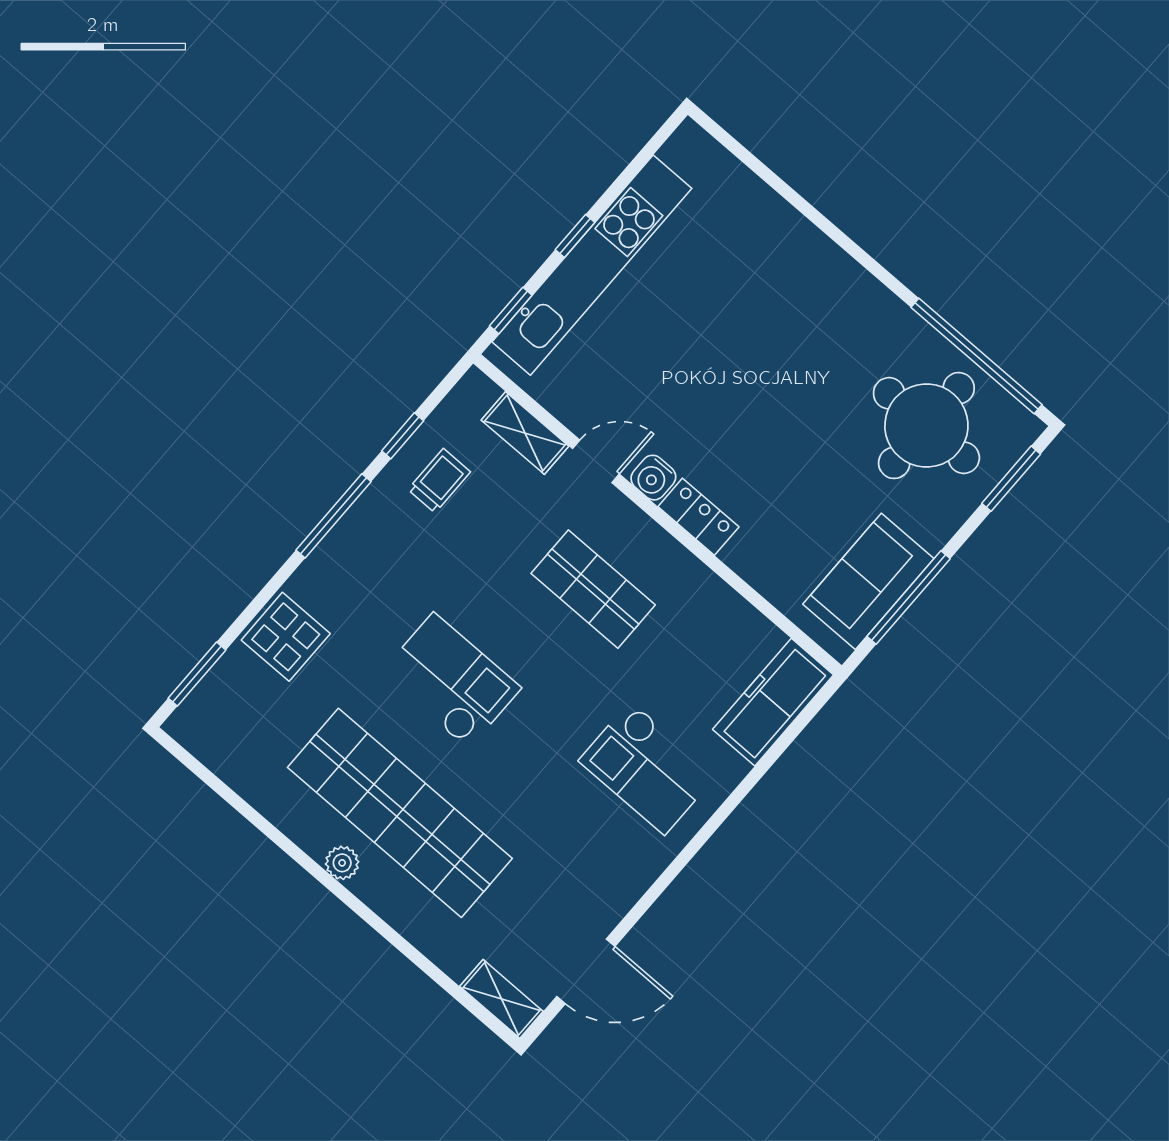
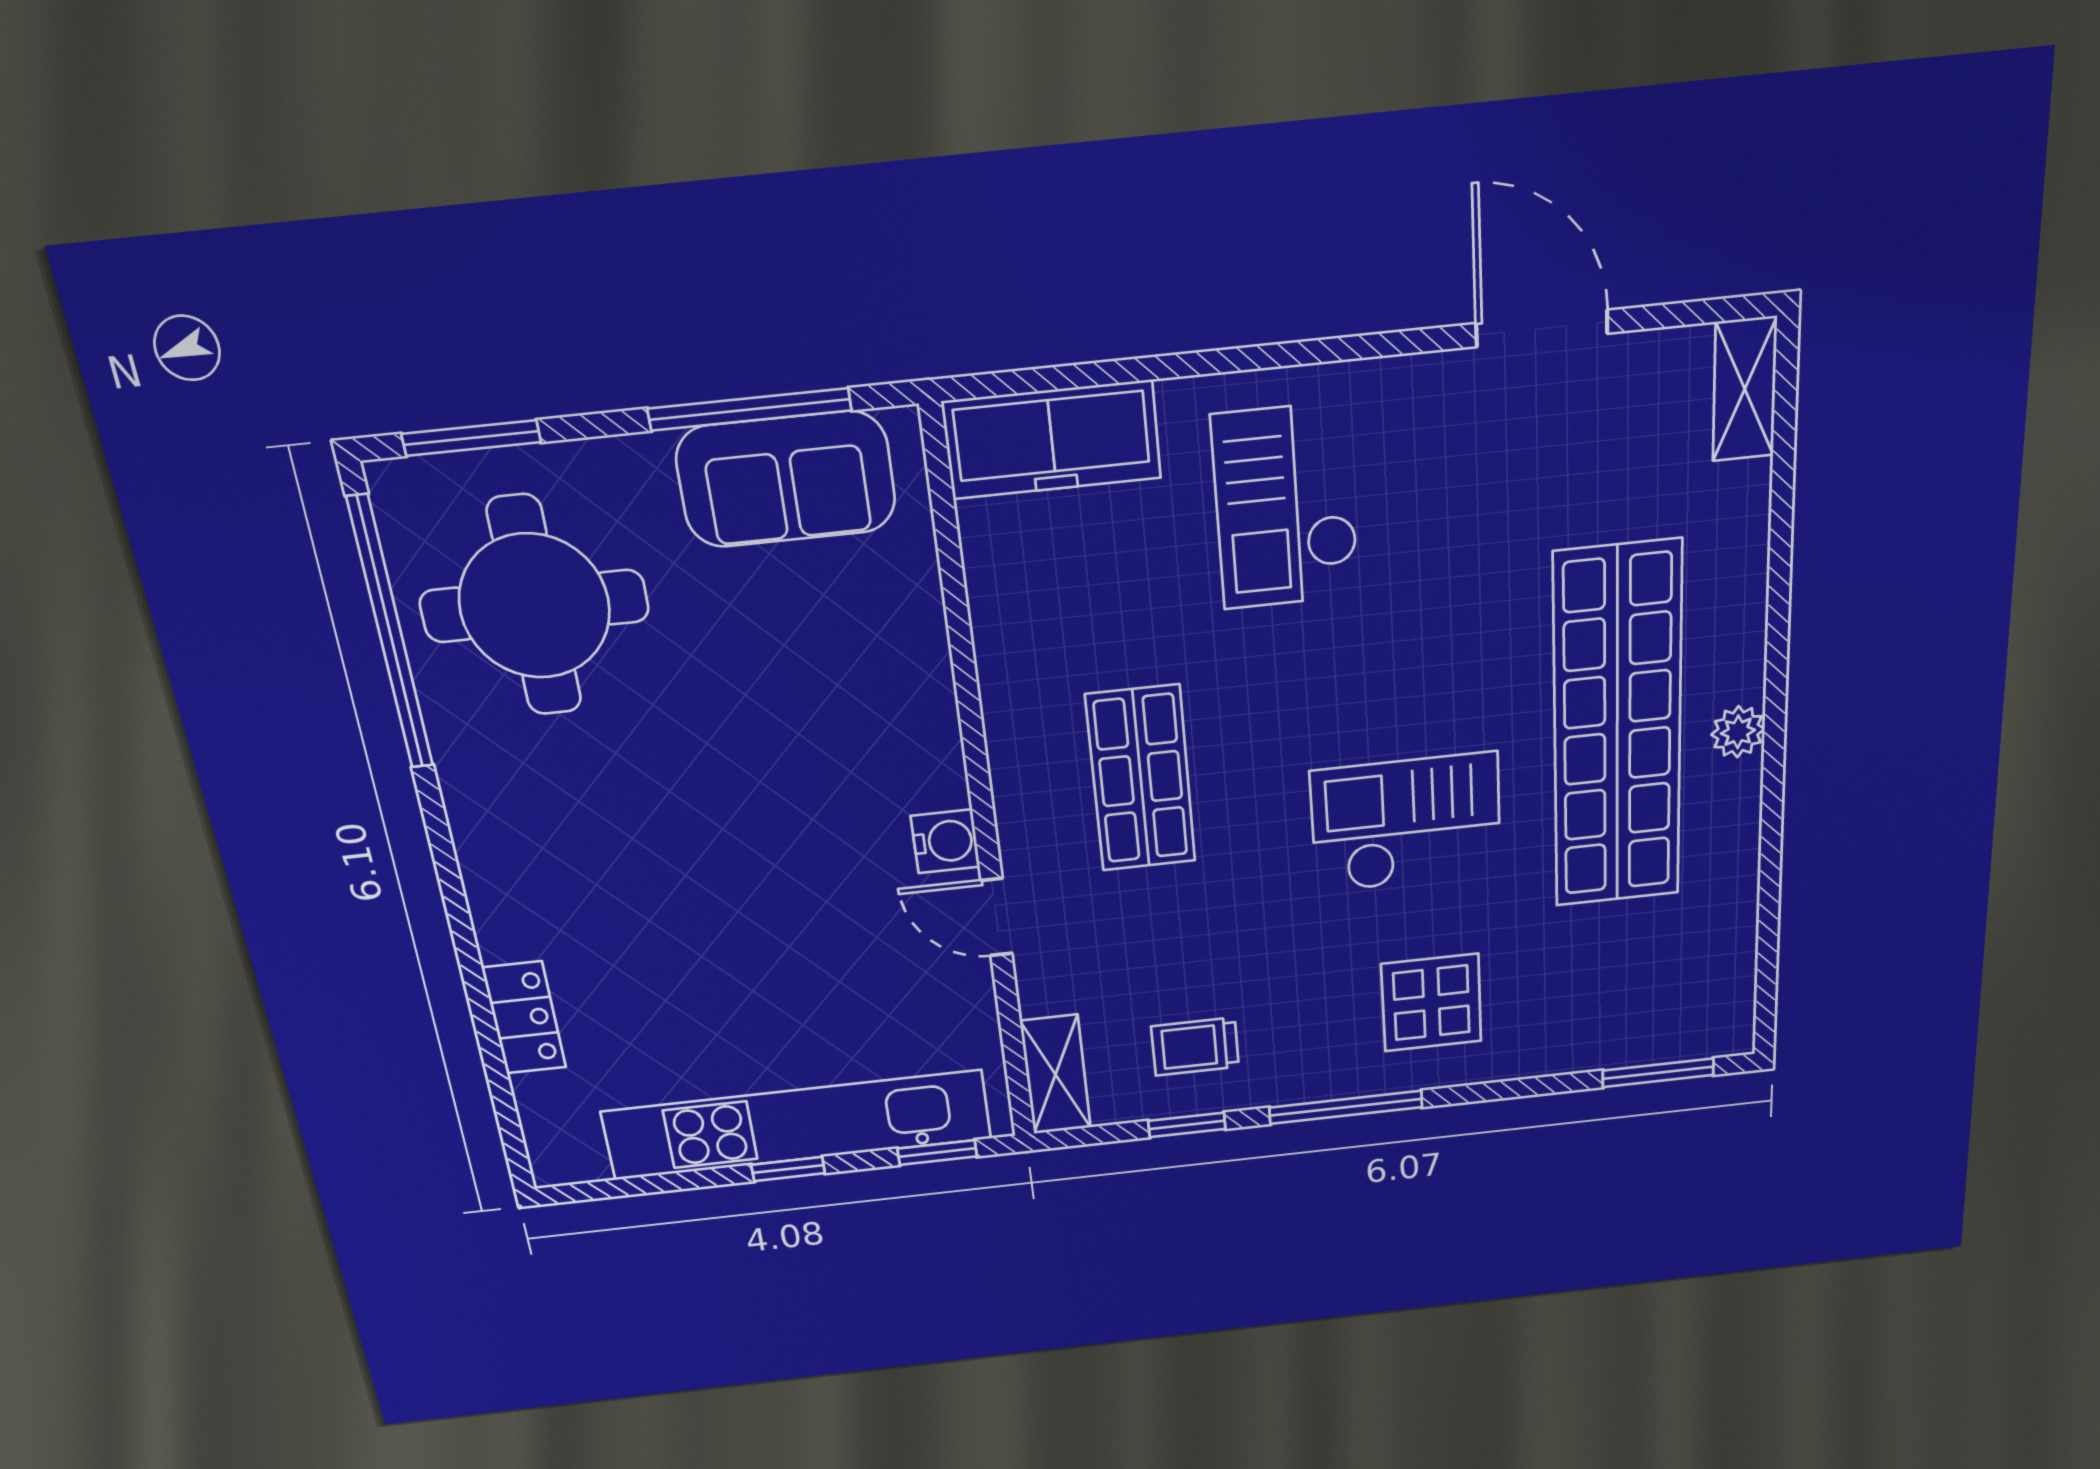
shelving: (525, 433) -> (1056, 1075), moved
locker: (698, 517) -> (524, 1018), moved, turned 180
display table: (286, 637) -> (1431, 1003), moved
checkout: (451, 681) -> (1406, 823), turned 90
checkout: (648, 768) -> (1286, 506), turned 180
door: (586, 971) -> (1542, 328), moved

